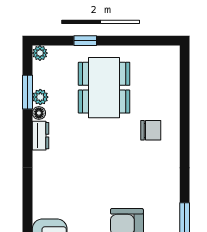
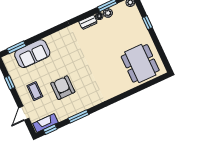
dining table: (104, 88) -> (140, 63), moved, turned 90
chair: (151, 130) -> (117, 78), removed

